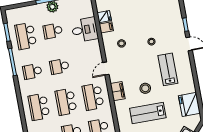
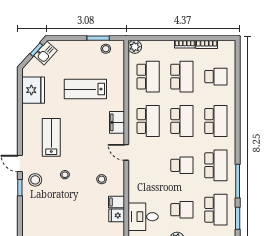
desk: (85, 30) -> (143, 217), moved
door: (106, 69) -> (126, 152), swing flipped
lab bench: (168, 69) -> (51, 137), turned 180
school desk: (32, 71) -> (216, 165), width x1.85
stool: (145, 88) -> (35, 180), moved
lab bench: (148, 113) -> (85, 89), turned 180

